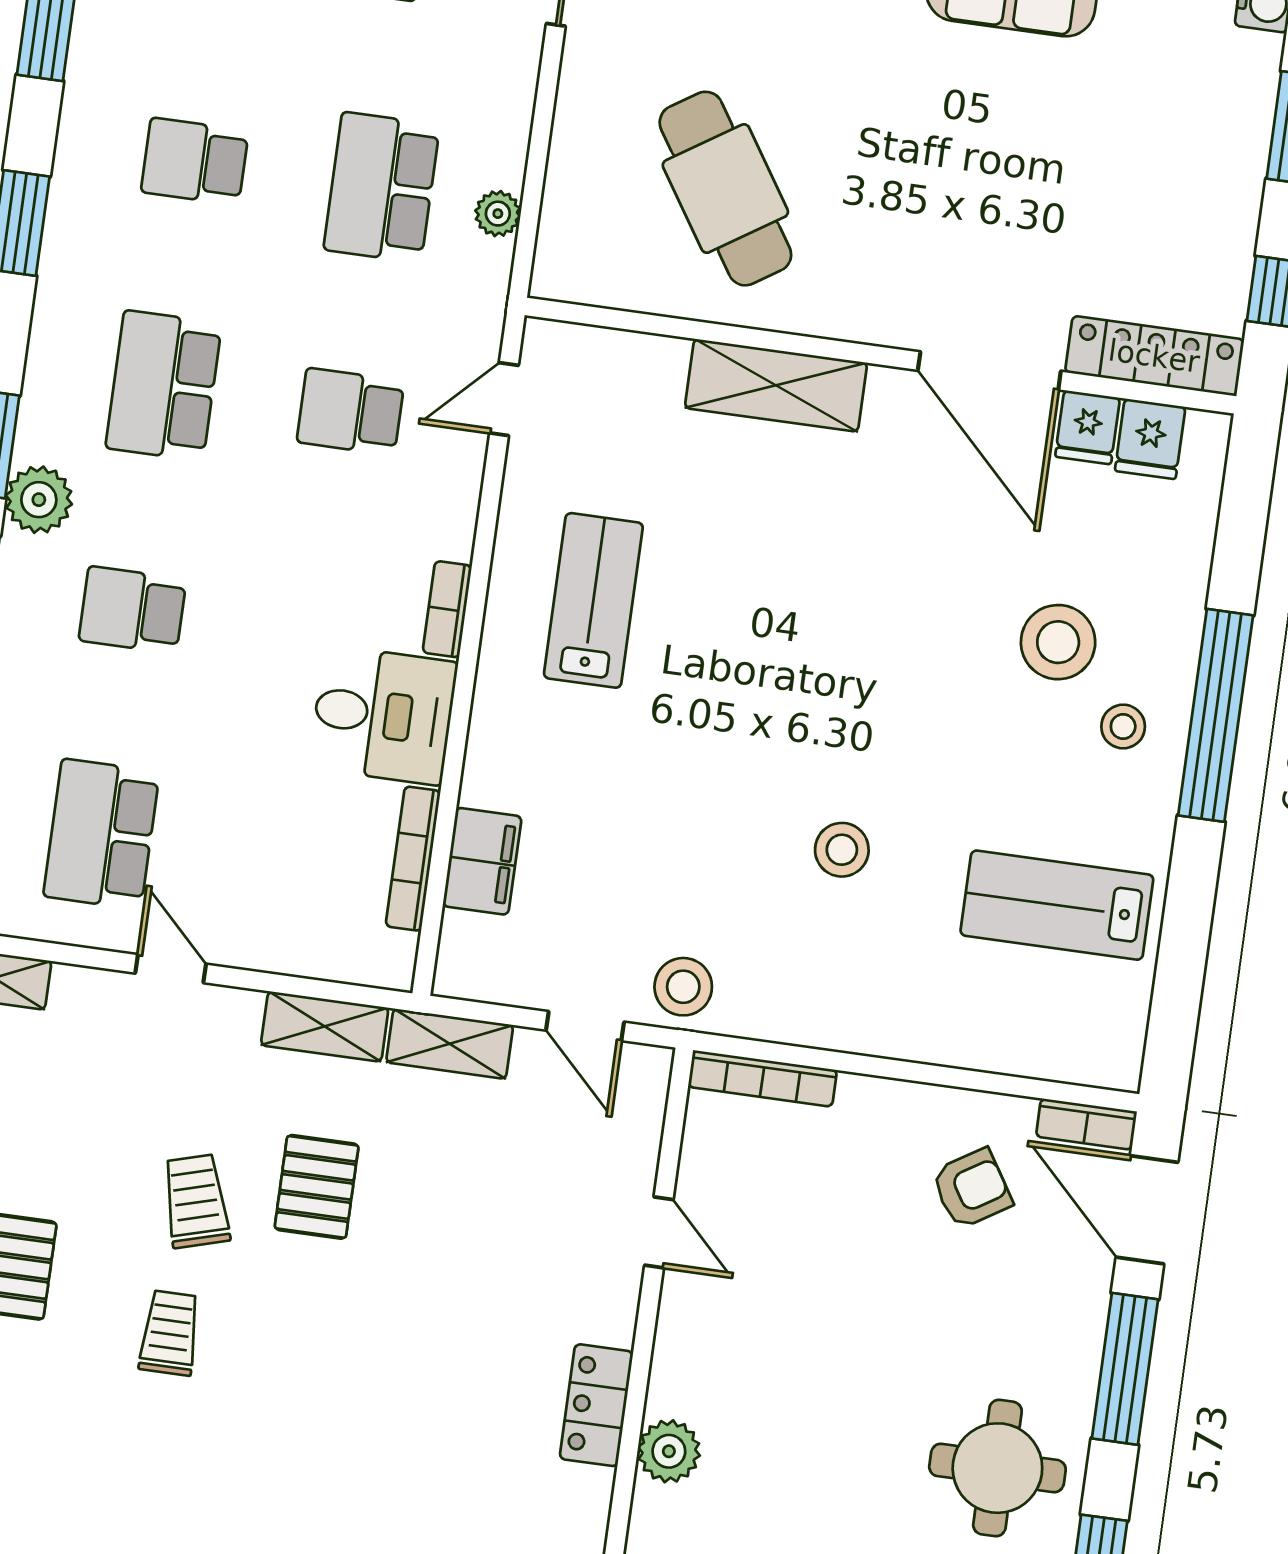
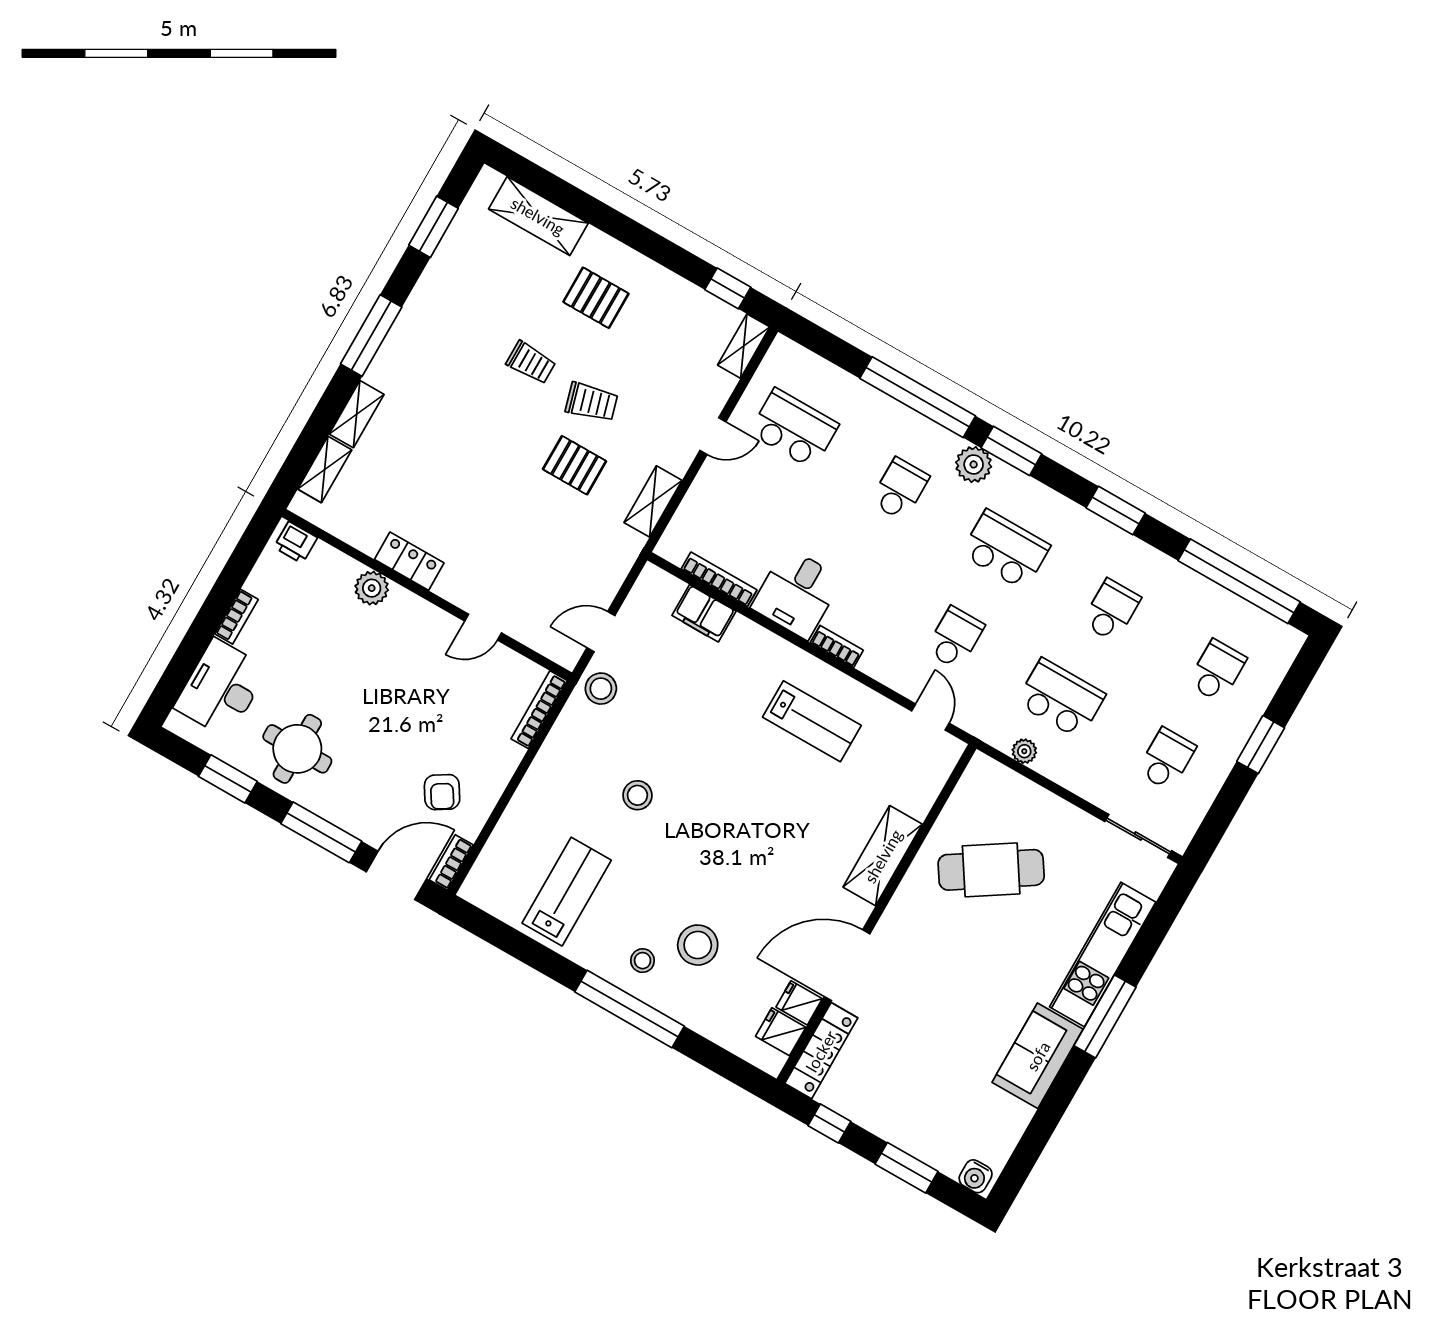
shelving: (450, 1044) -> (619, 560), removed

